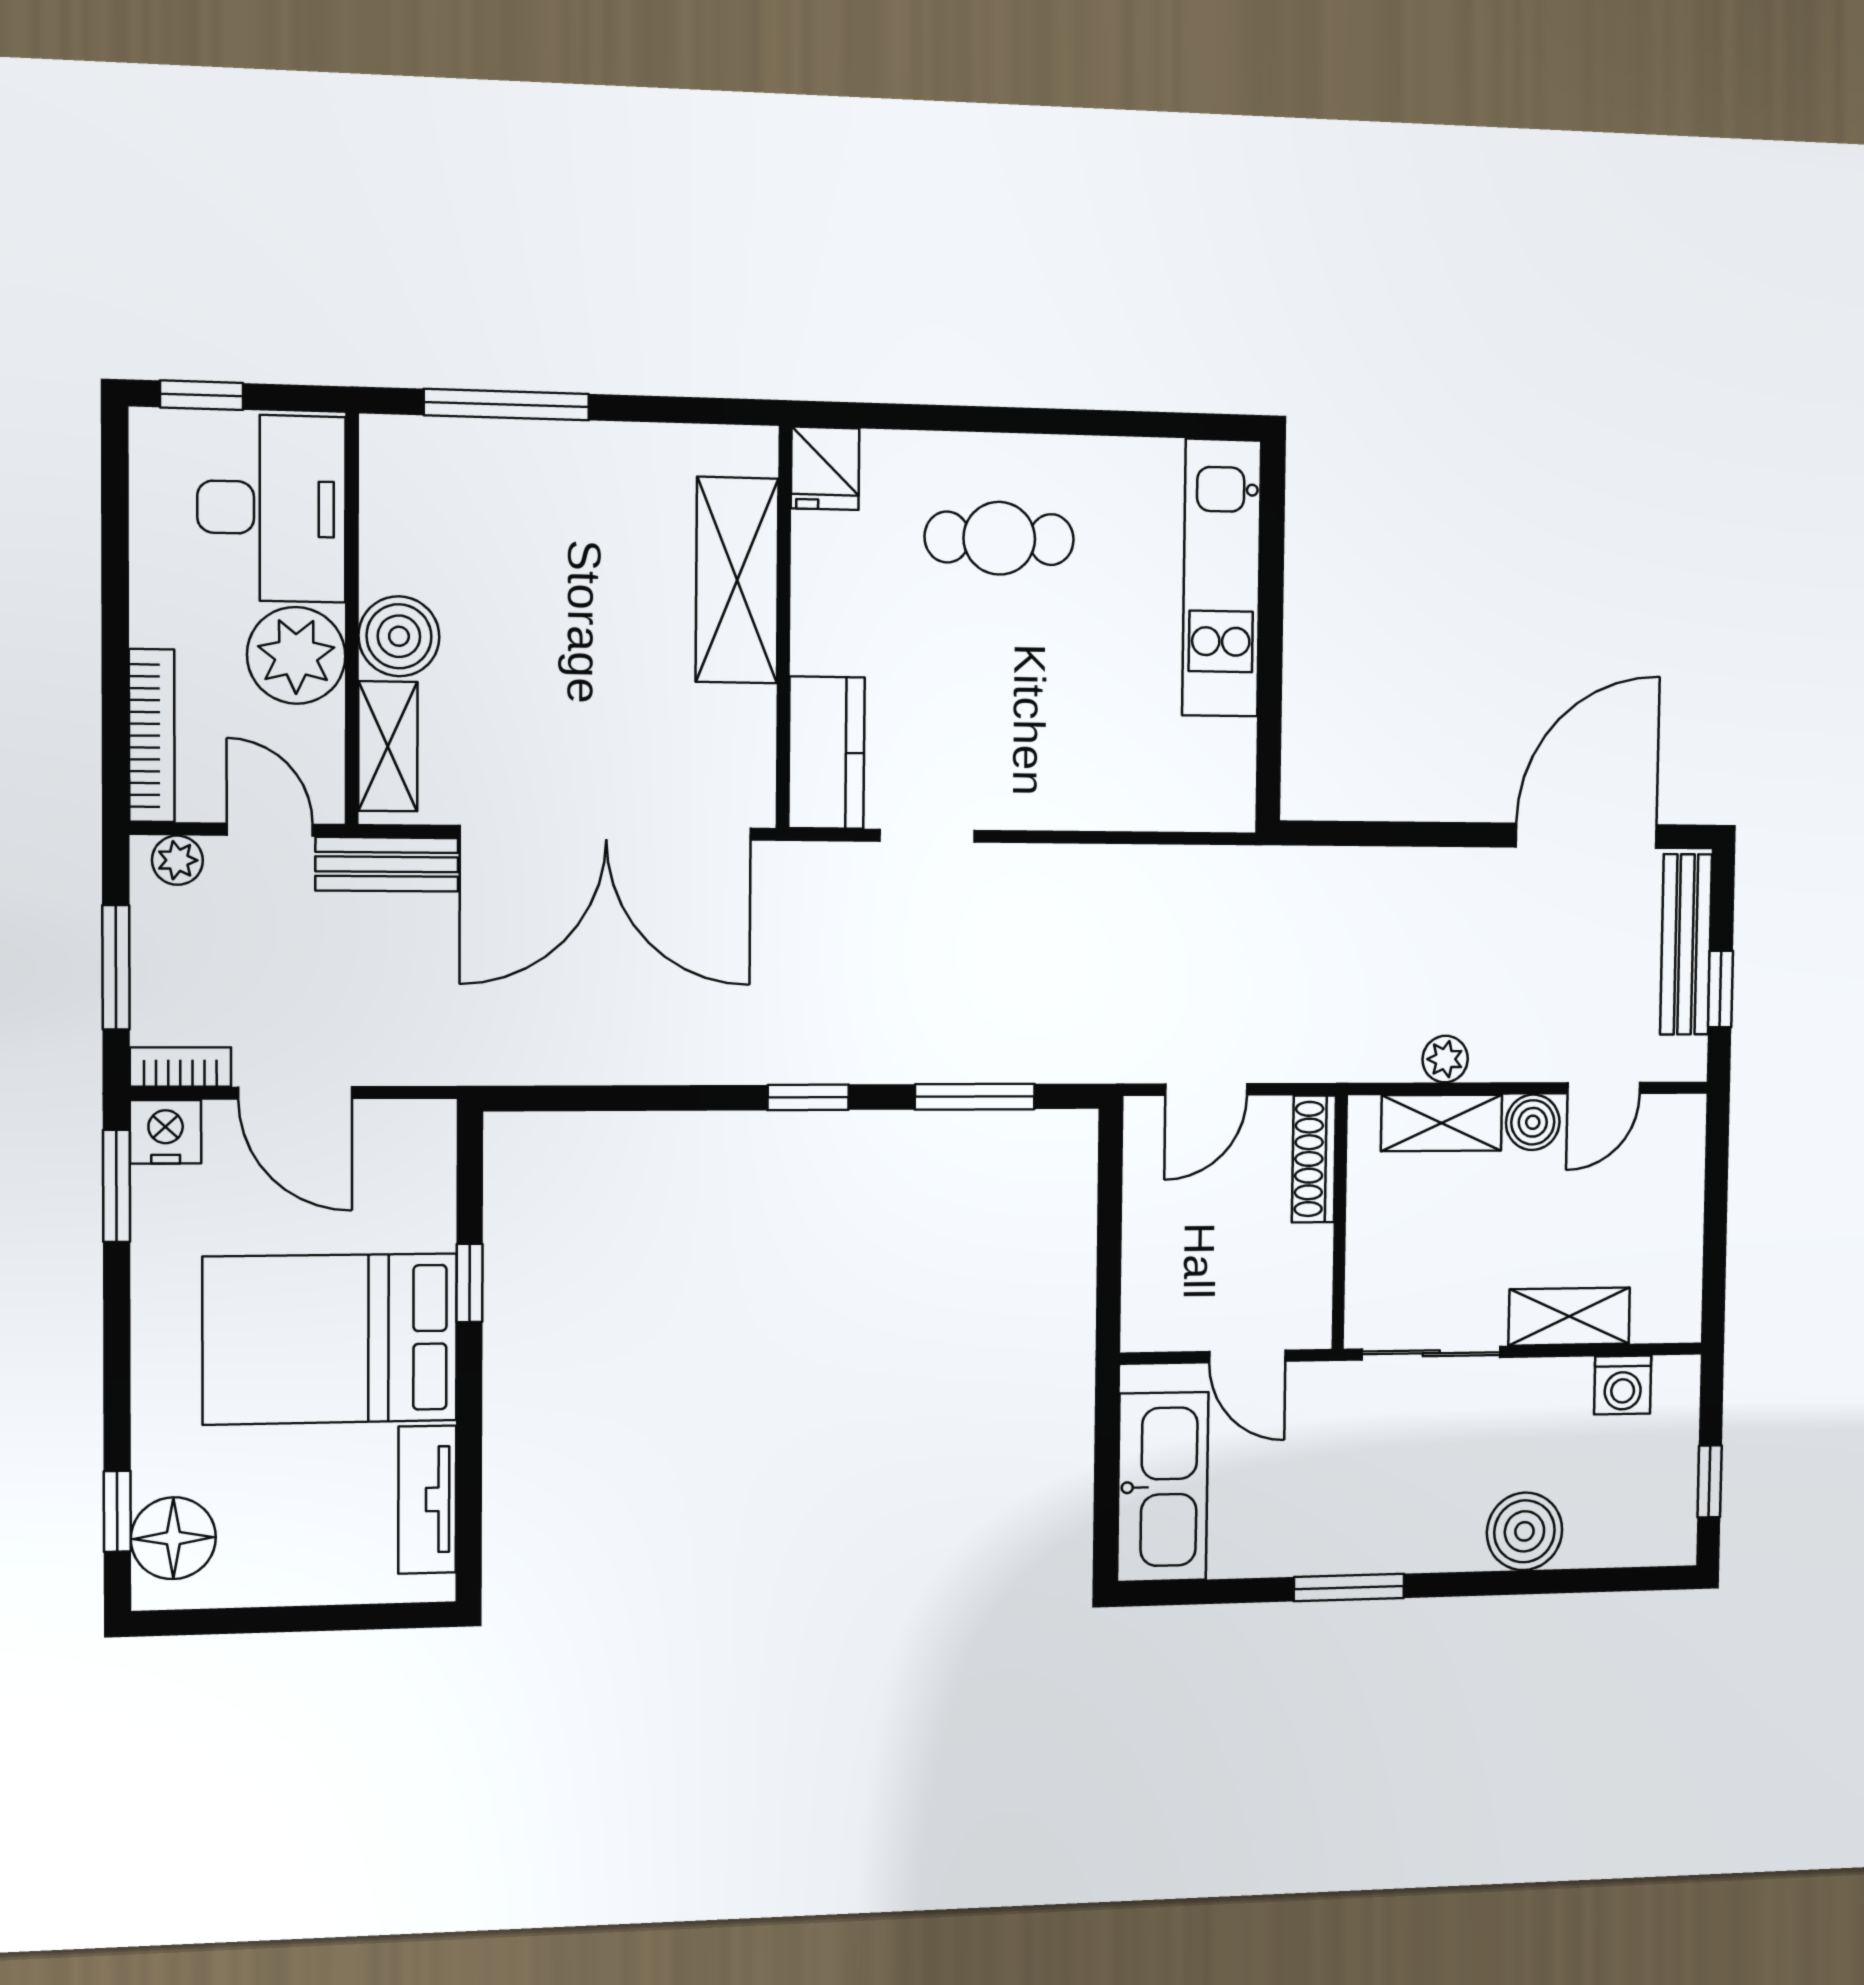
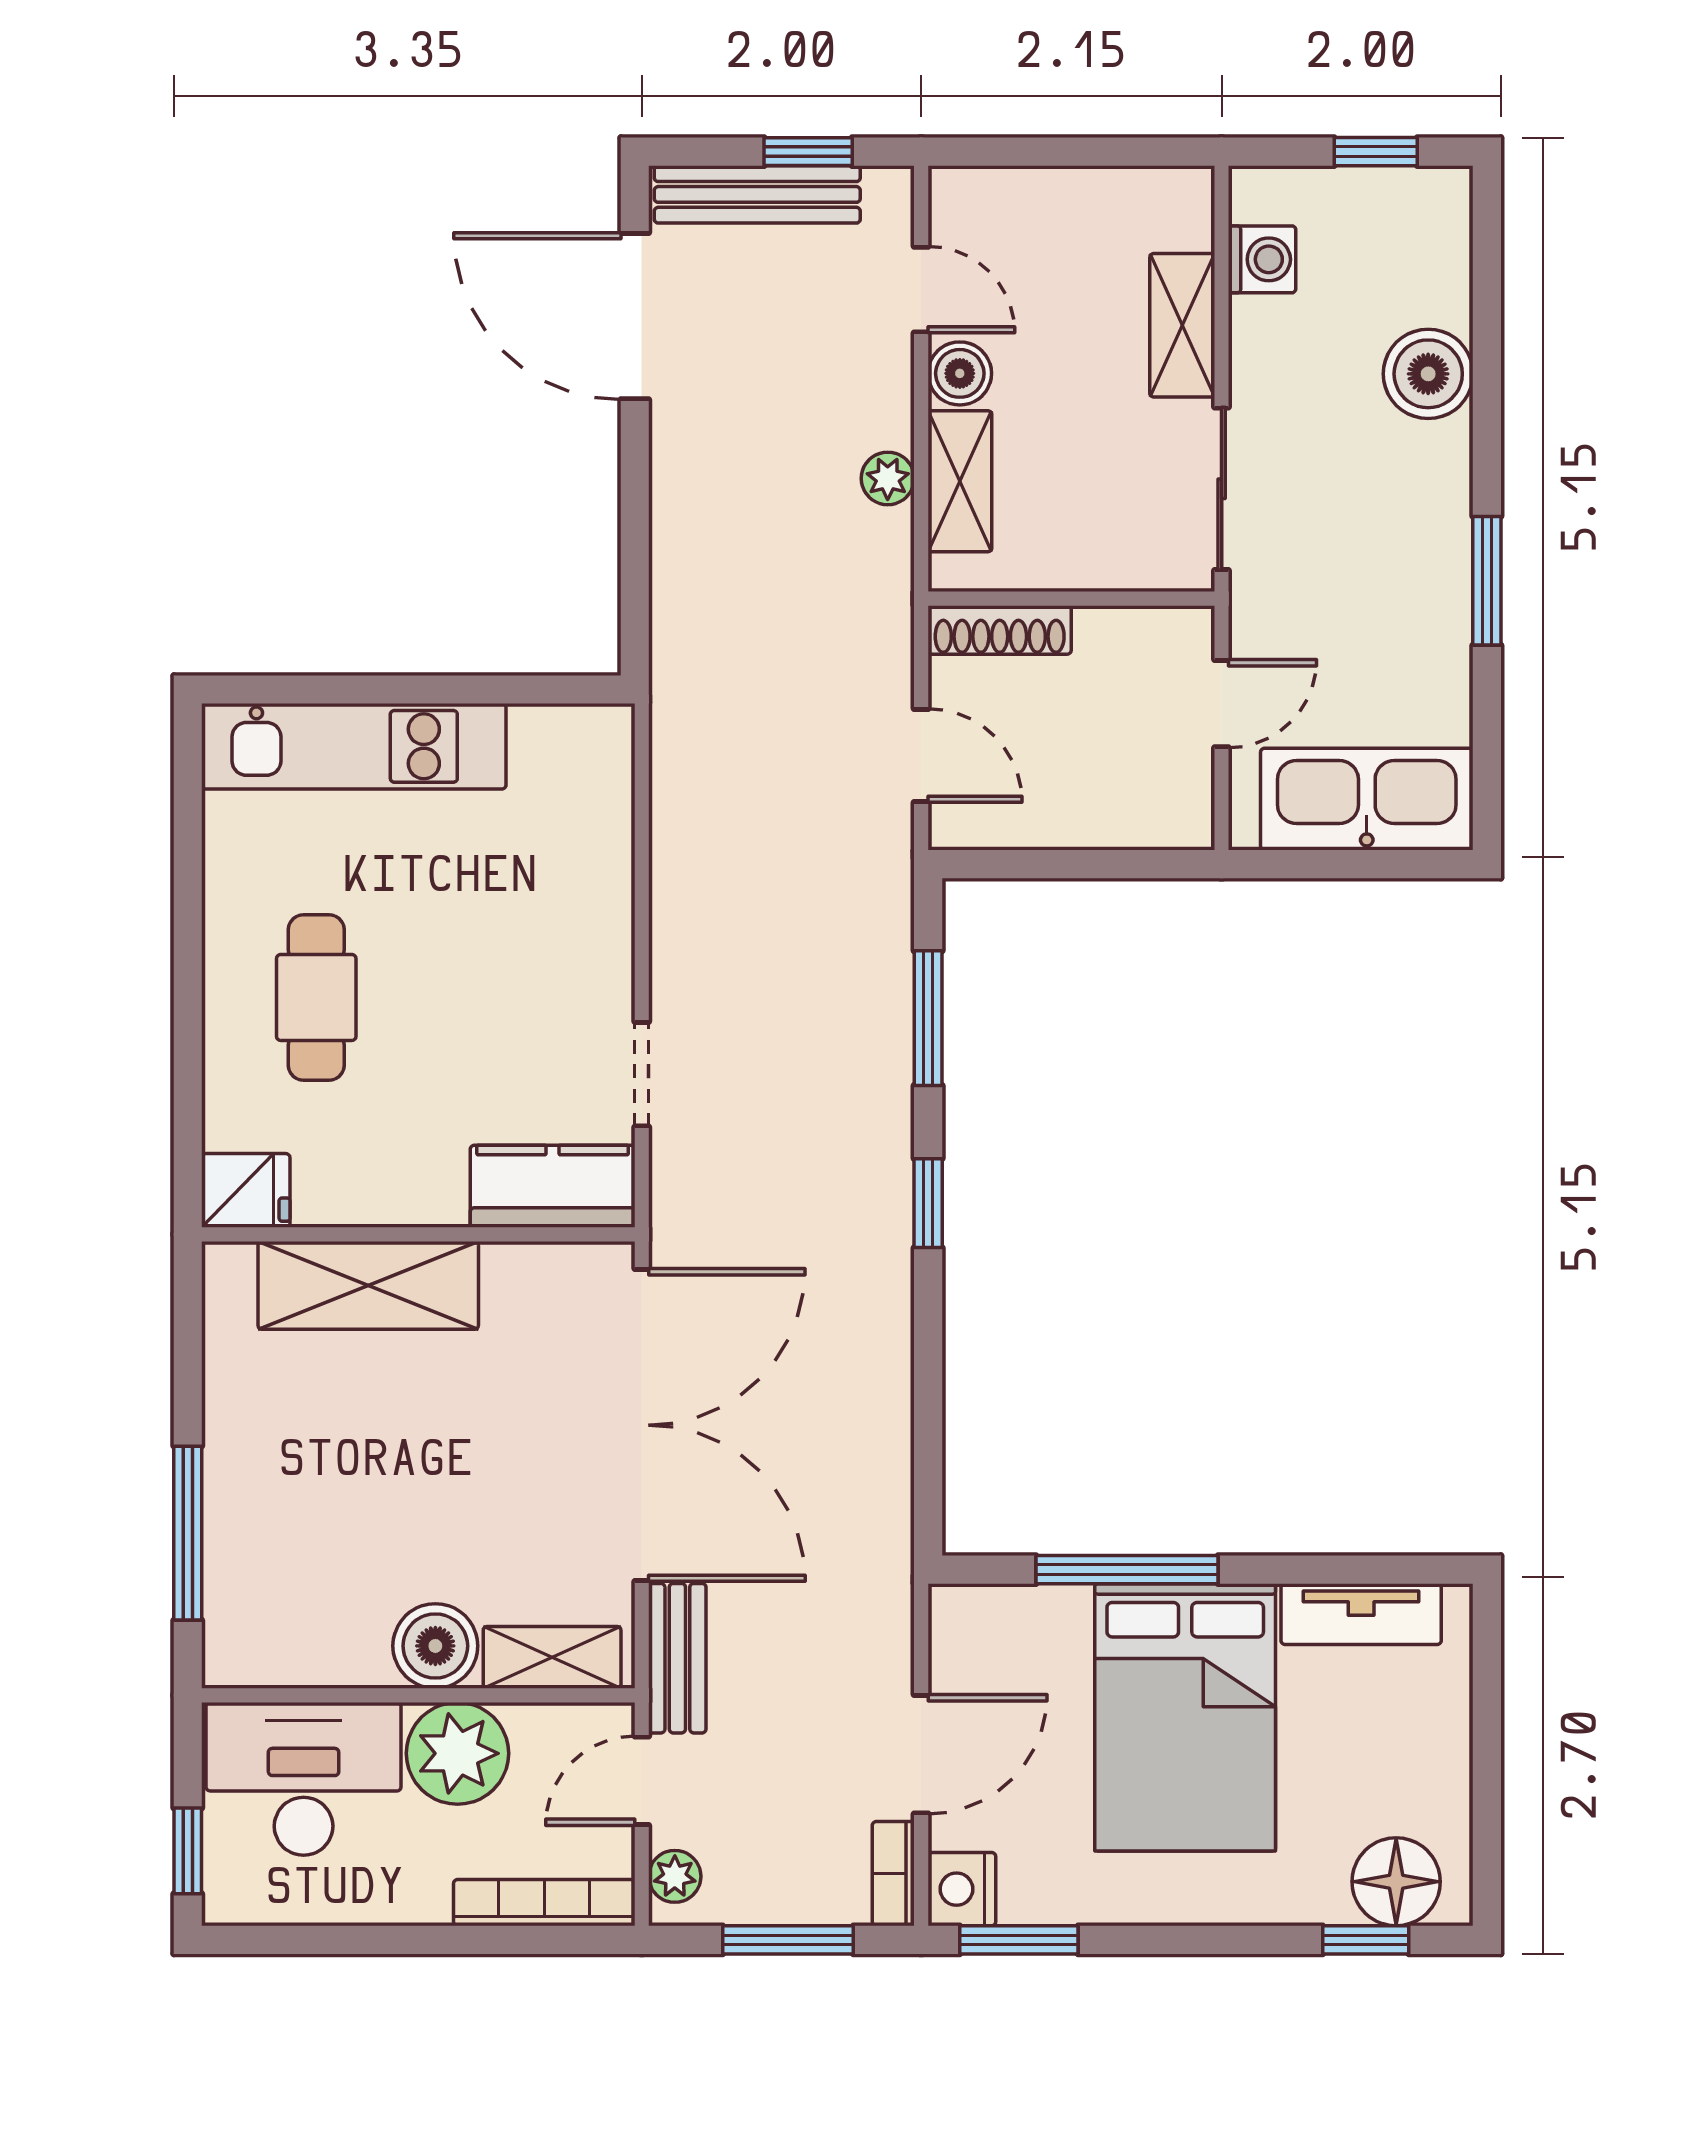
window: (470, 1283) -> (1127, 1570), width x2.17

